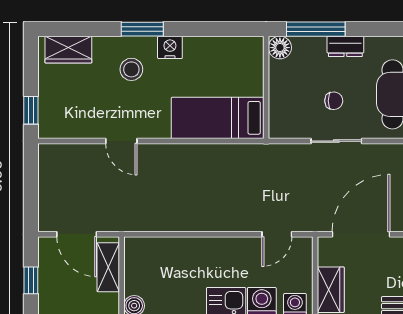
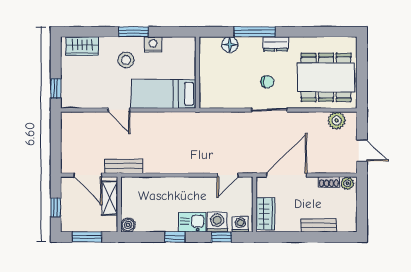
wall: (266, 87) -> (197, 73), moved
bed: (218, 118) -> (163, 94), moved
bench: (128, 222) -> (123, 166), added

